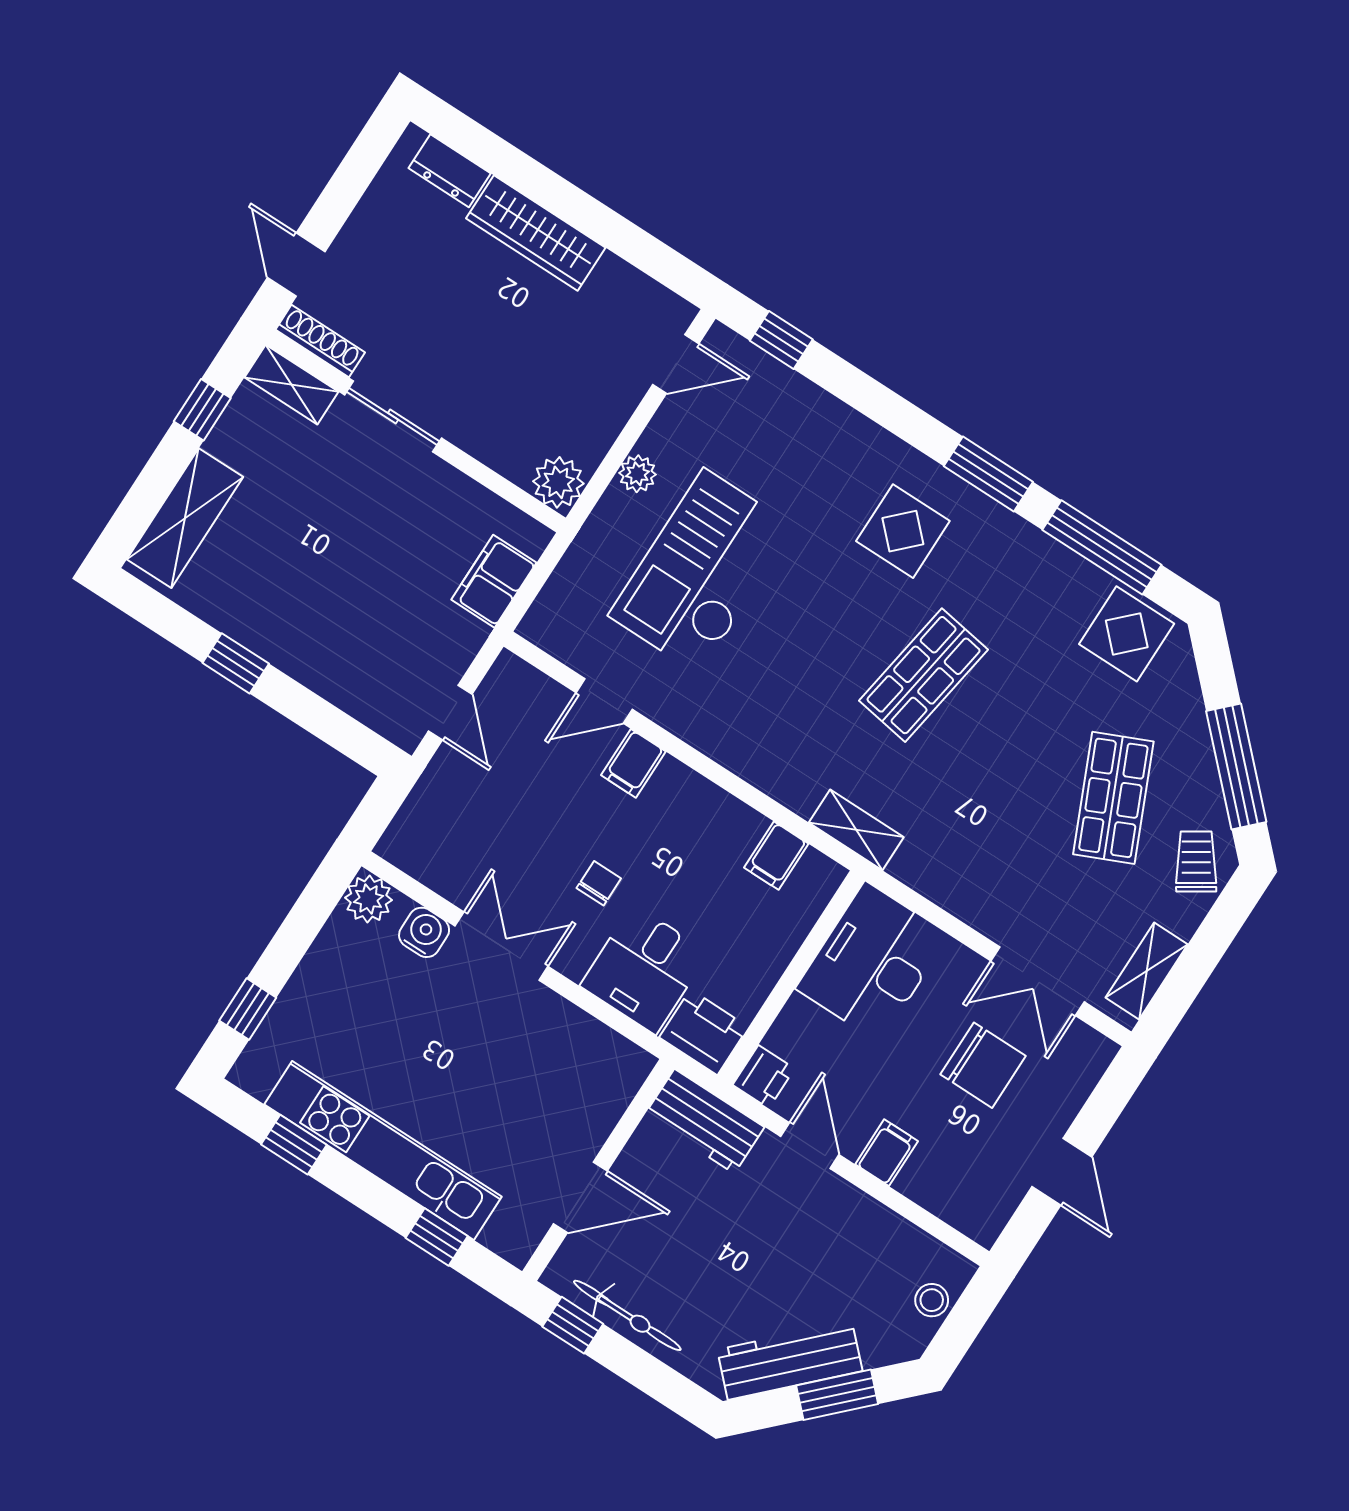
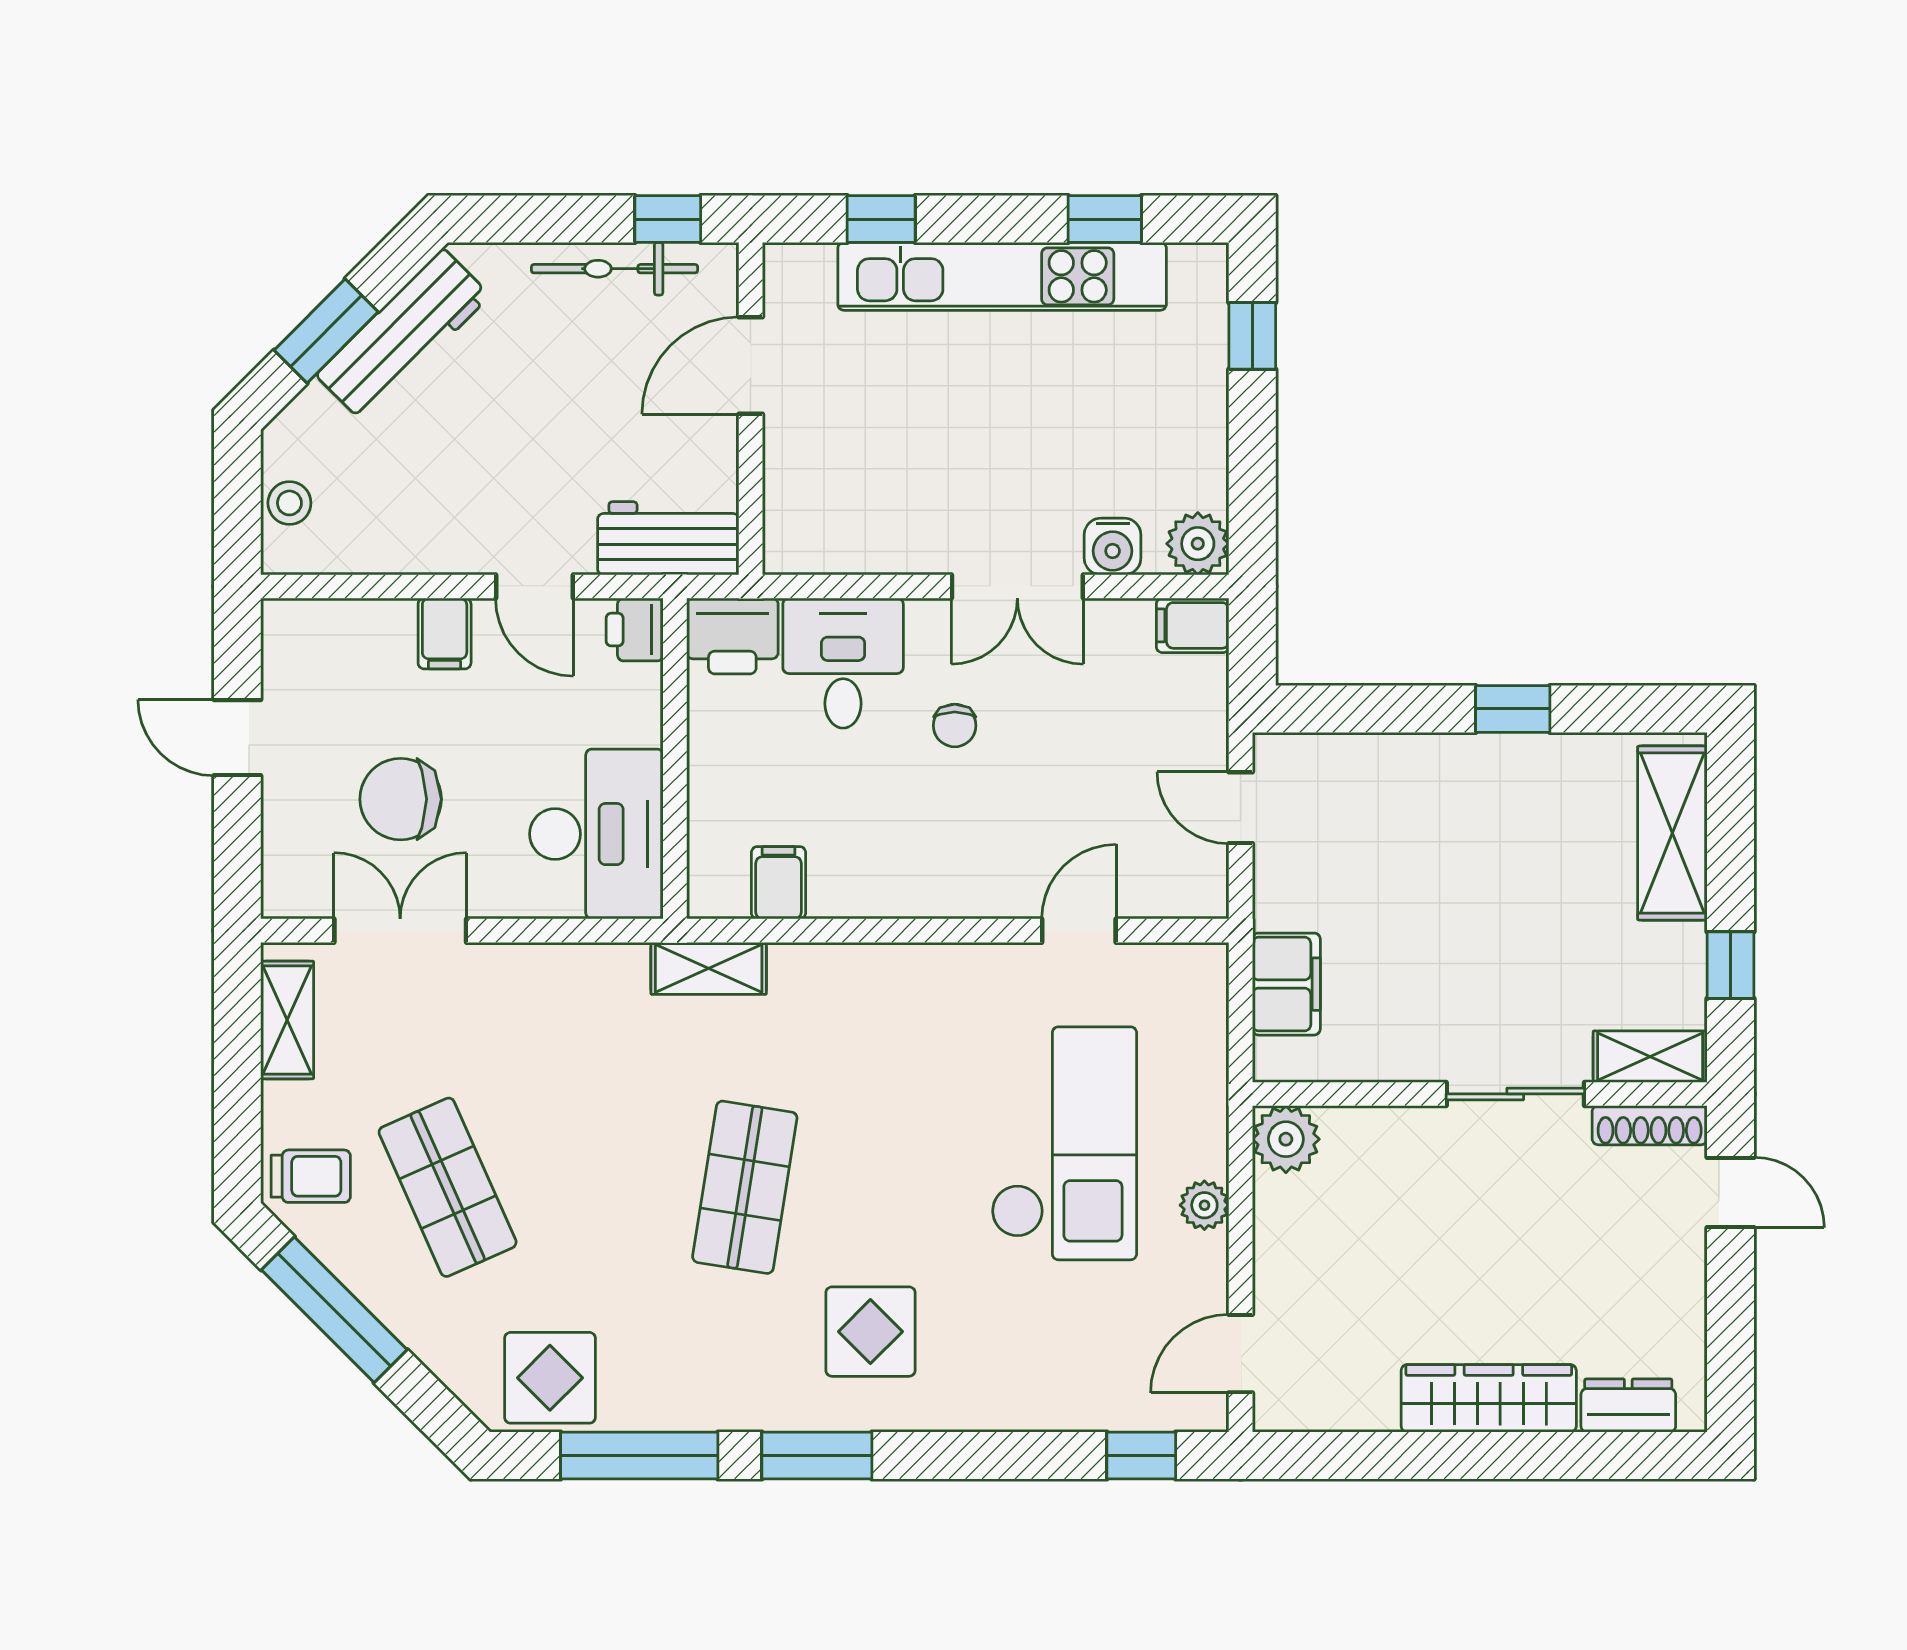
filing cabinet: (633, 763) -> (1193, 625), moved, turned -90
trolley: (1196, 861) -> (311, 1176), turned -57

